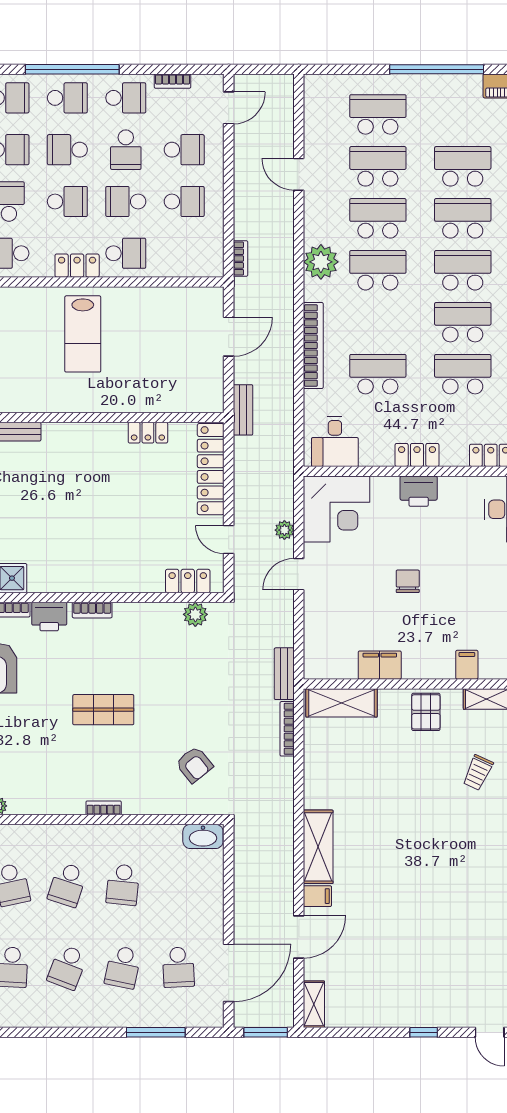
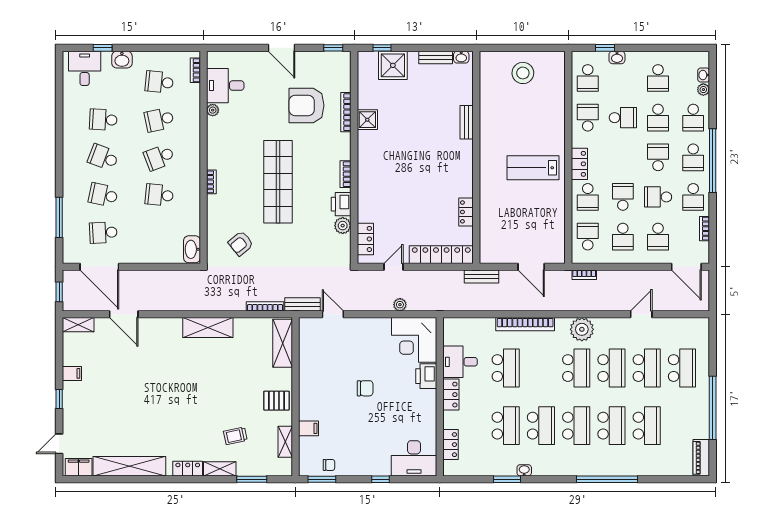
door: (229, 108) -> (686, 267), width x1.38
school desk: (67, 201) -> (588, 237), moved, turned 180
desk: (335, 441) -> (460, 362), moved
printer: (419, 491) -> (426, 376), moved
door: (299, 574) -> (333, 314), moved
plant: (195, 614) -> (343, 226), moved
printer: (49, 617) -> (341, 204), moved
filing cabinet: (380, 665) -> (308, 369), removed
shop shelf: (103, 710) -> (278, 182), width x2.00, depth x1.36
trolley: (478, 773) -> (235, 436), turned -37
shelving: (318, 847) -> (208, 327), moved
school desk: (67, 885) -> (159, 157), turned -39
filing cabinet: (317, 896) -> (72, 373), moved, turned -90
window: (266, 1032) -> (59, 292), width x0.67

